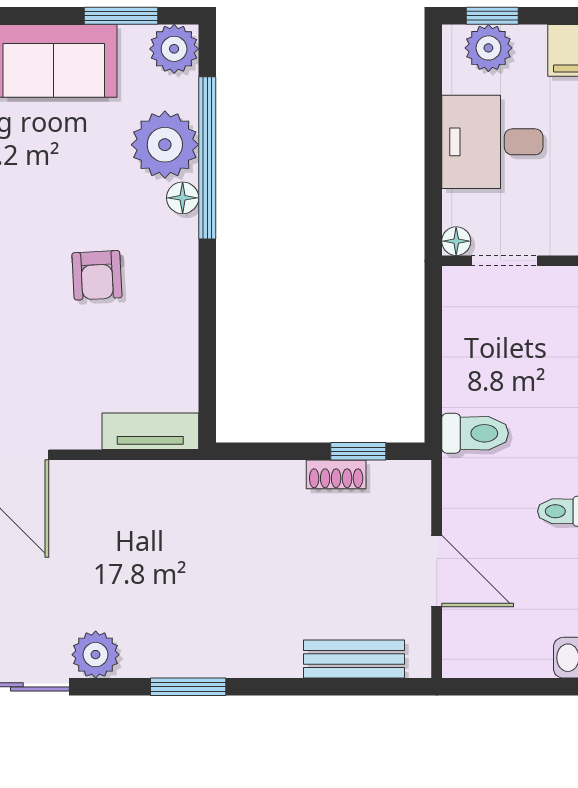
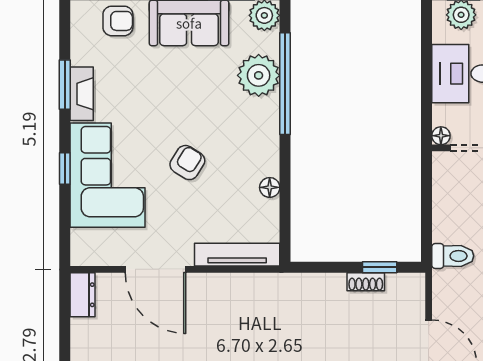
floor lamp: (183, 198) -> (270, 187), moved
armchair: (97, 275) -> (187, 163), moved, turned -145
tv unit: (150, 431) -> (237, 255), width x1.41

